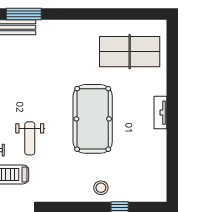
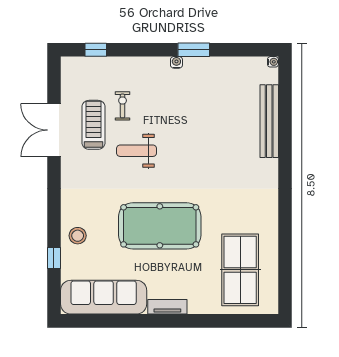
window: (24, 14) -> (285, 144), removed
sofa: (152, 166) -> (104, 297), added

